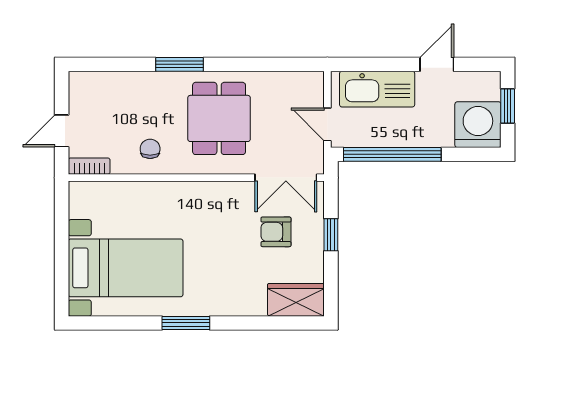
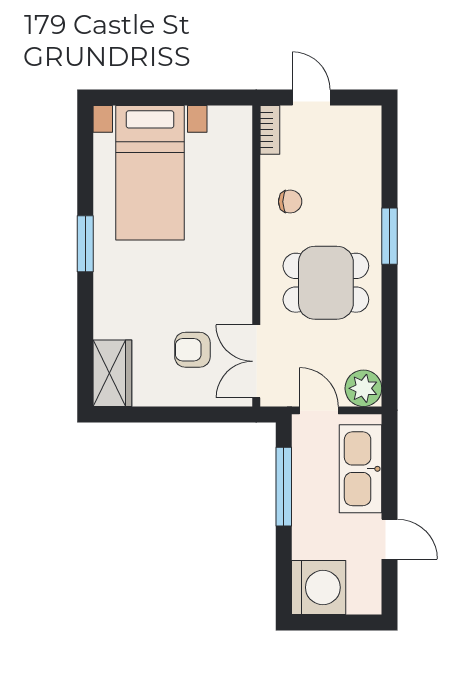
plant: (309, 87) -> (363, 388), added
window: (508, 106) -> (341, 622), removed
door: (327, 124) -> (319, 410), hinge flipped
window: (392, 154) -> (284, 487), width x0.68
armchair: (276, 232) -> (192, 350), turned -90
window: (331, 235) -> (189, 414), removed

